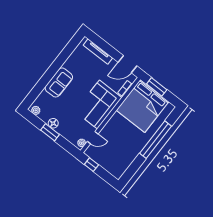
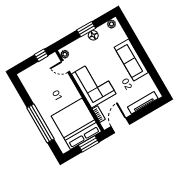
sofa: (59, 82) -> (131, 60), width x1.36
door: (93, 138) -> (65, 66), hinge flipped

